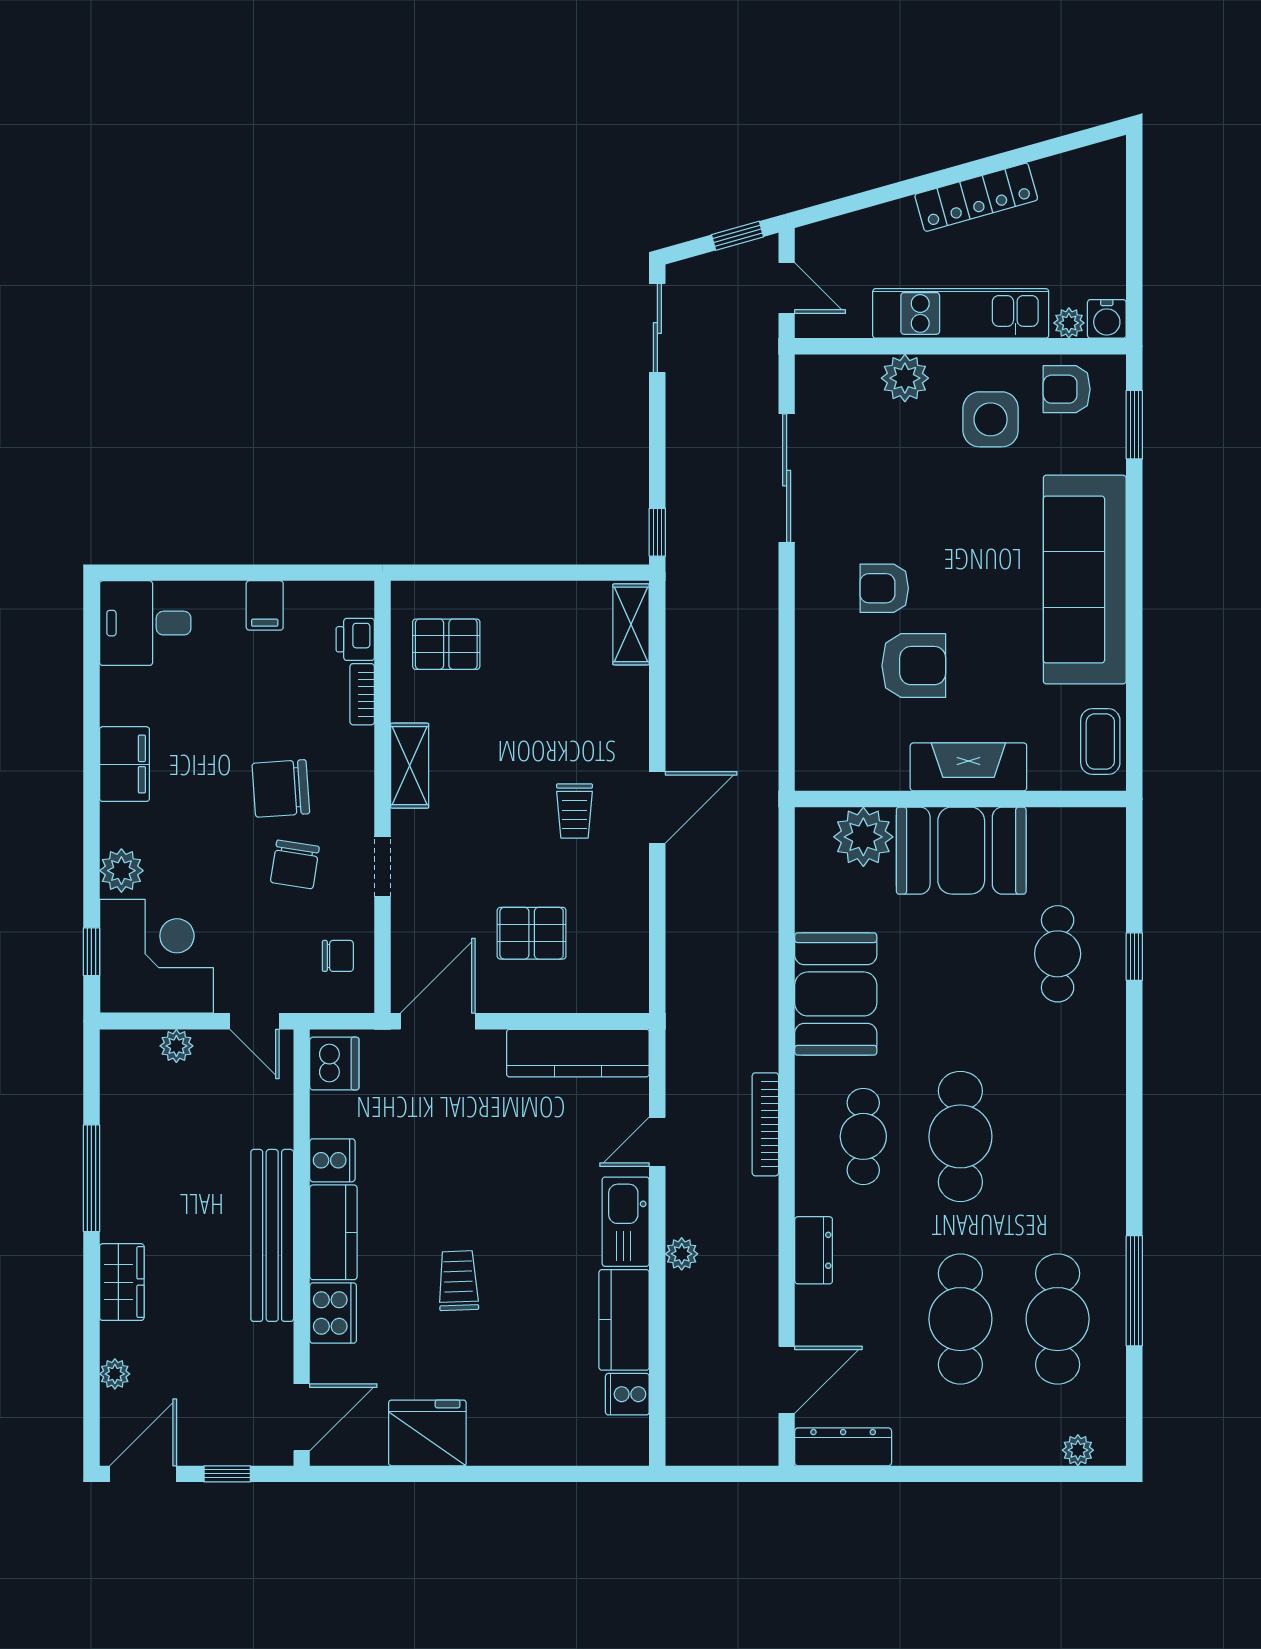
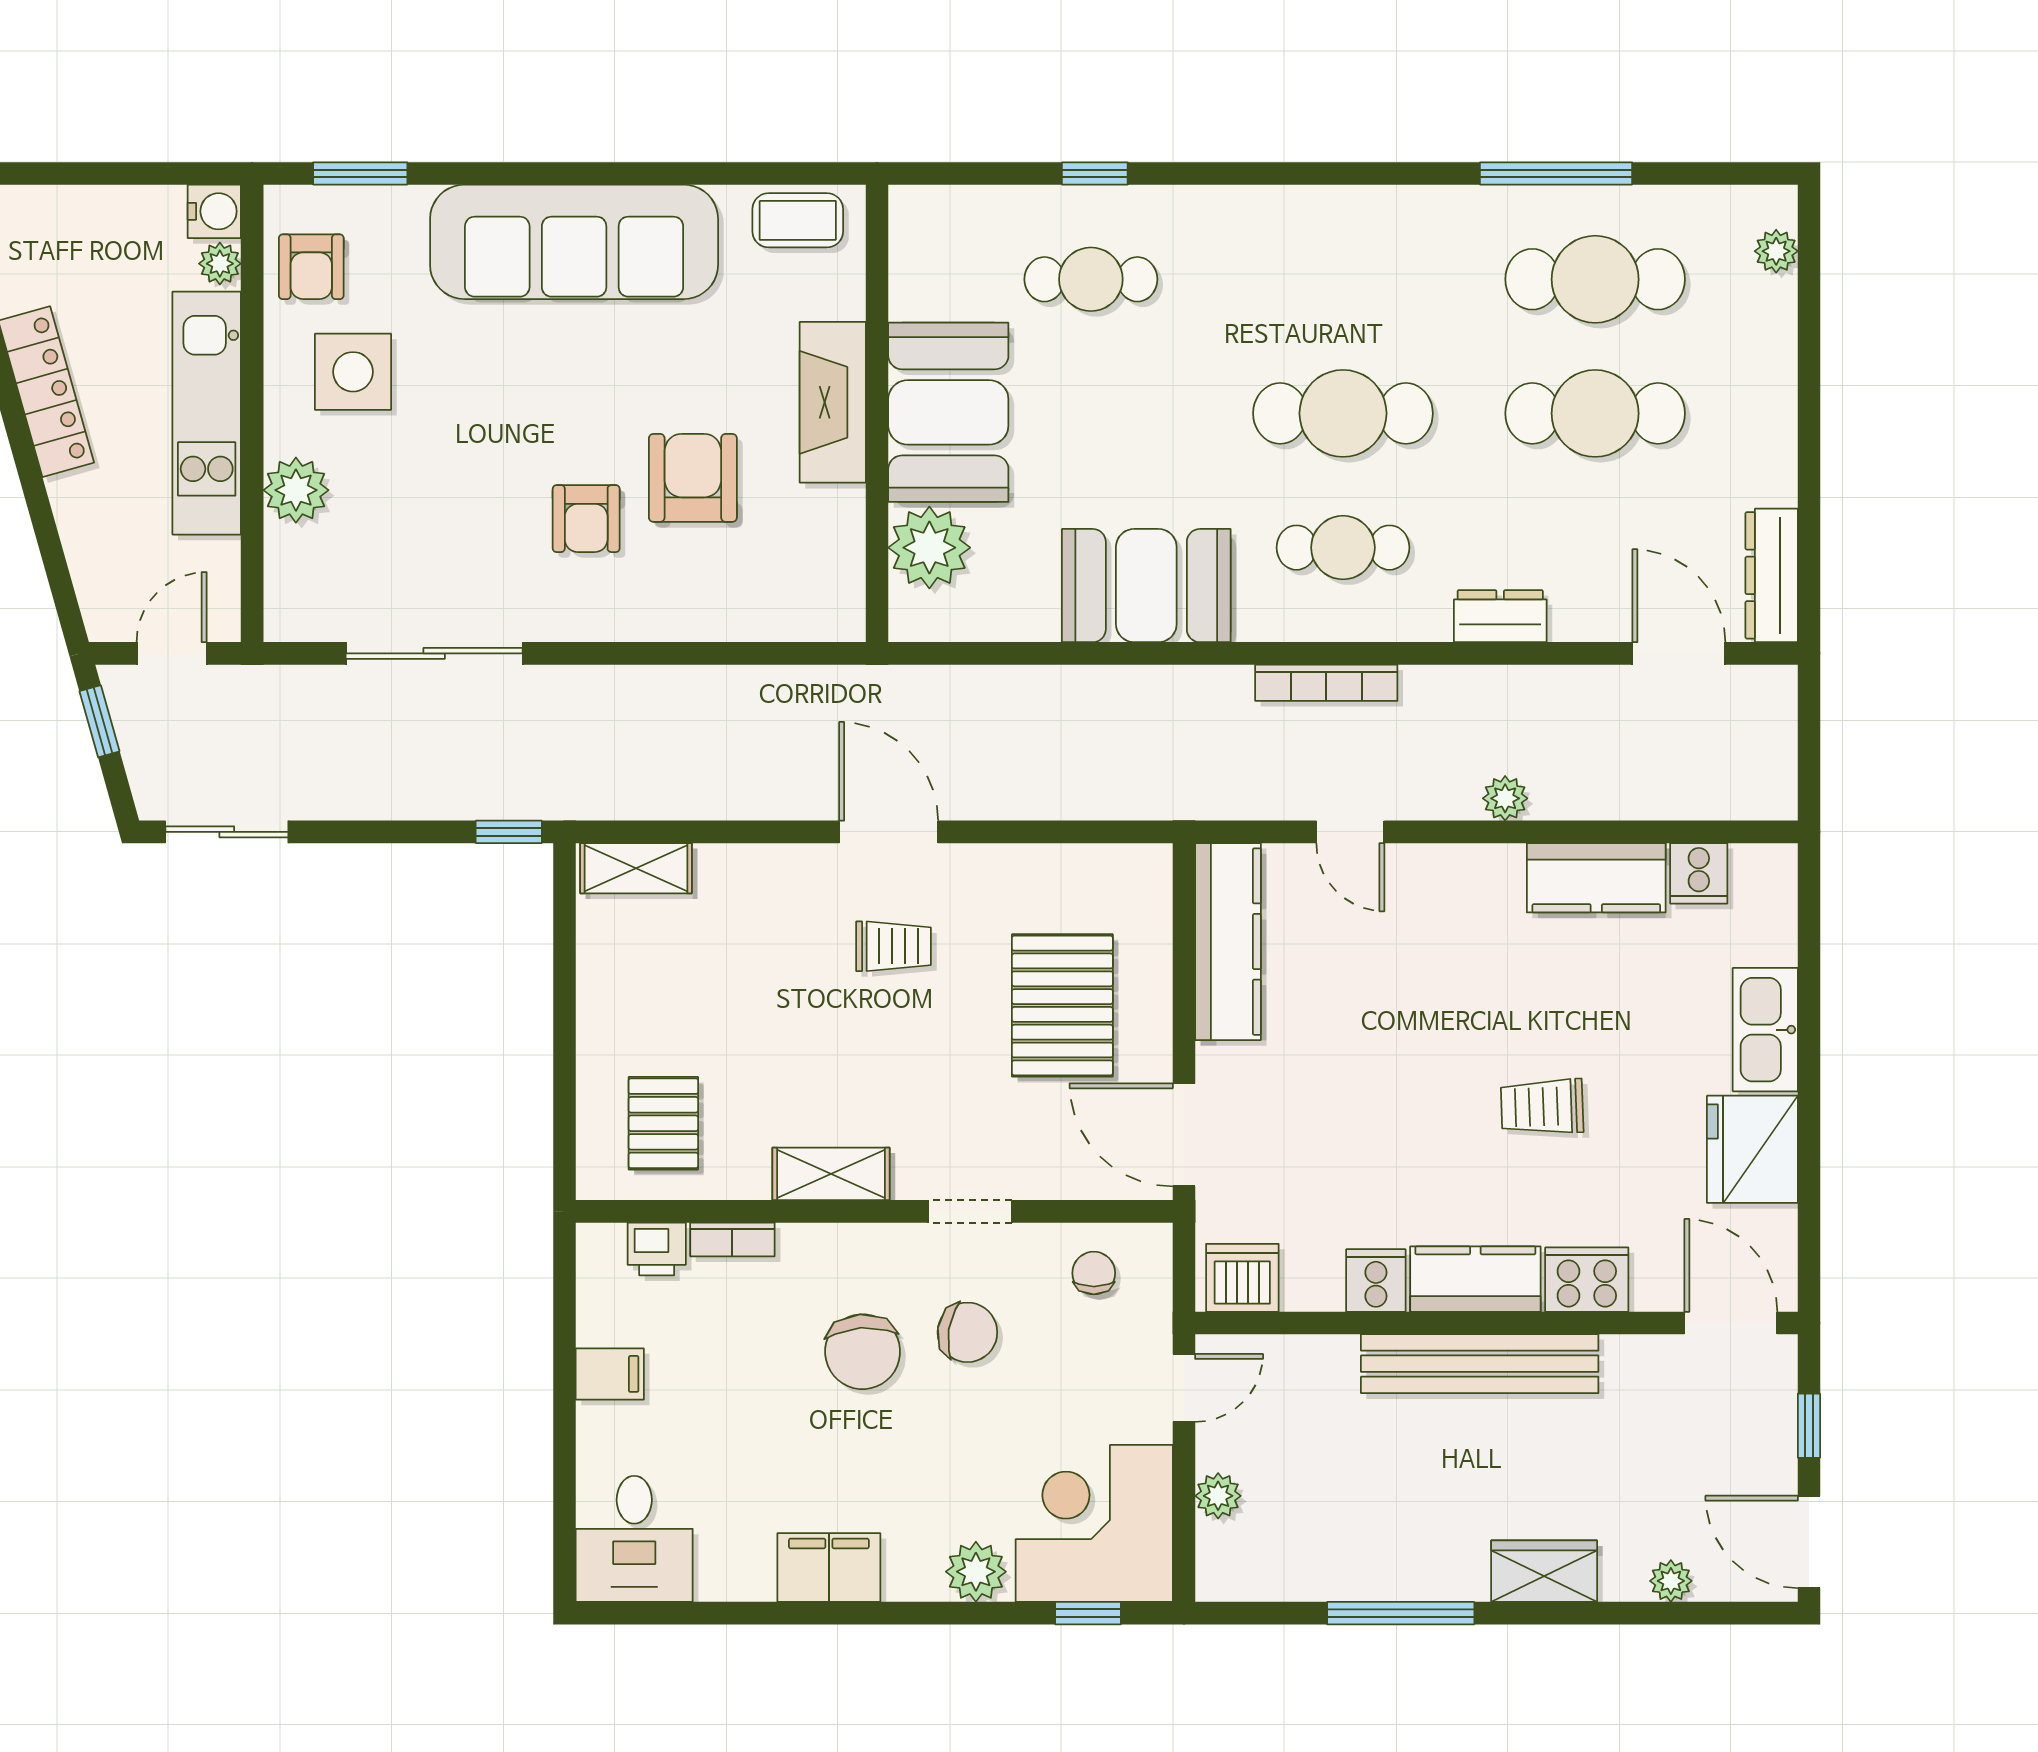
pallet: (532, 933) -> (1062, 1005), width x1.50, depth x1.42
kitchen sink: (626, 1222) -> (1765, 1030), moved, turned 90

